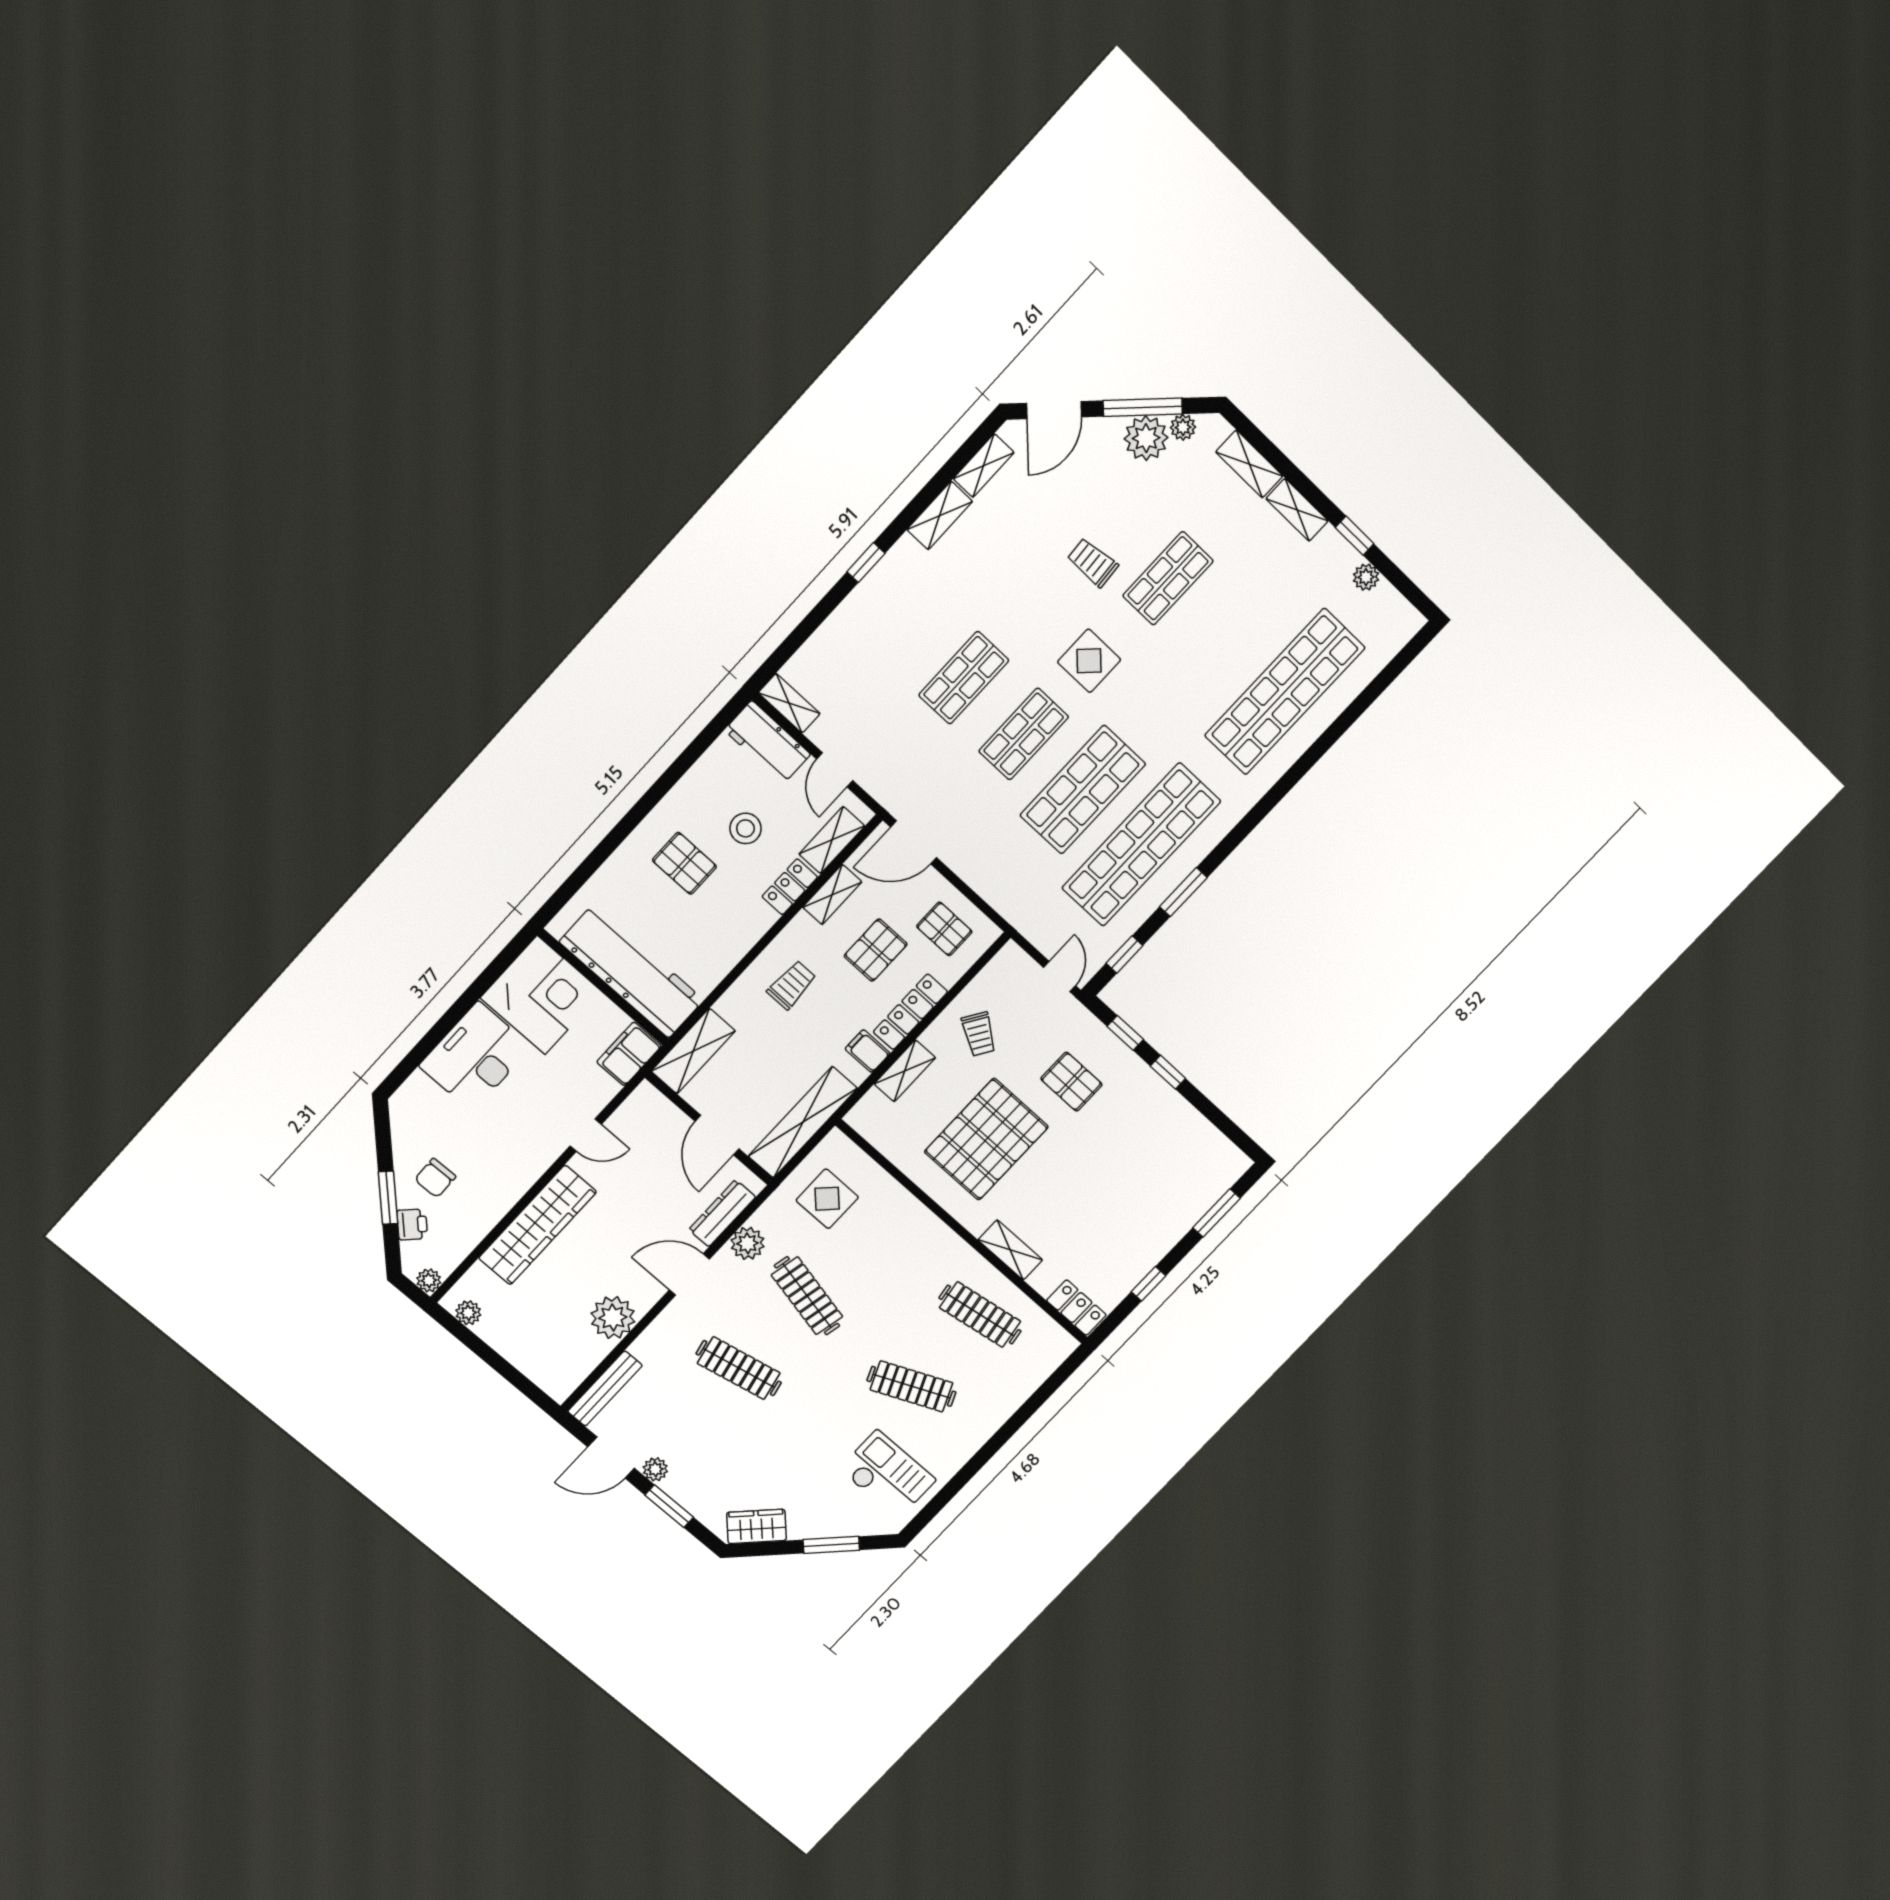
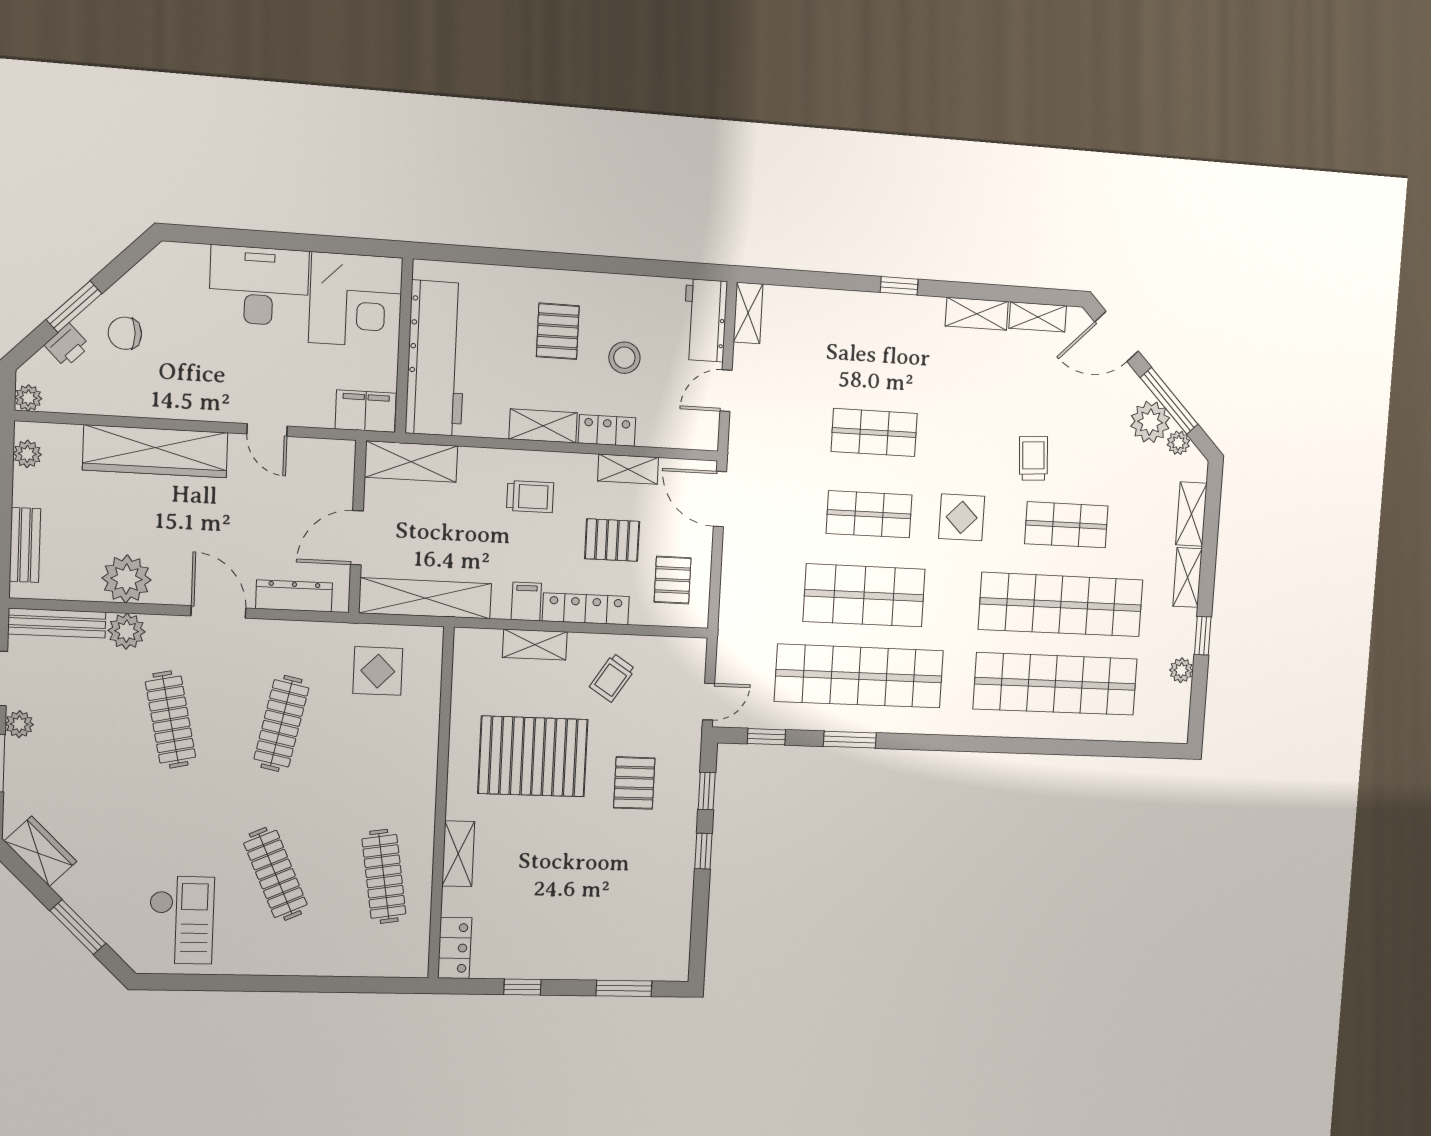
shop shelf: (1227, 635) -> (1061, 605), added
shelving: (832, 840) -> (543, 426), moved
plant: (748, 1243) -> (127, 631), moved
bench: (532, 1366) -> (25, 545), added

